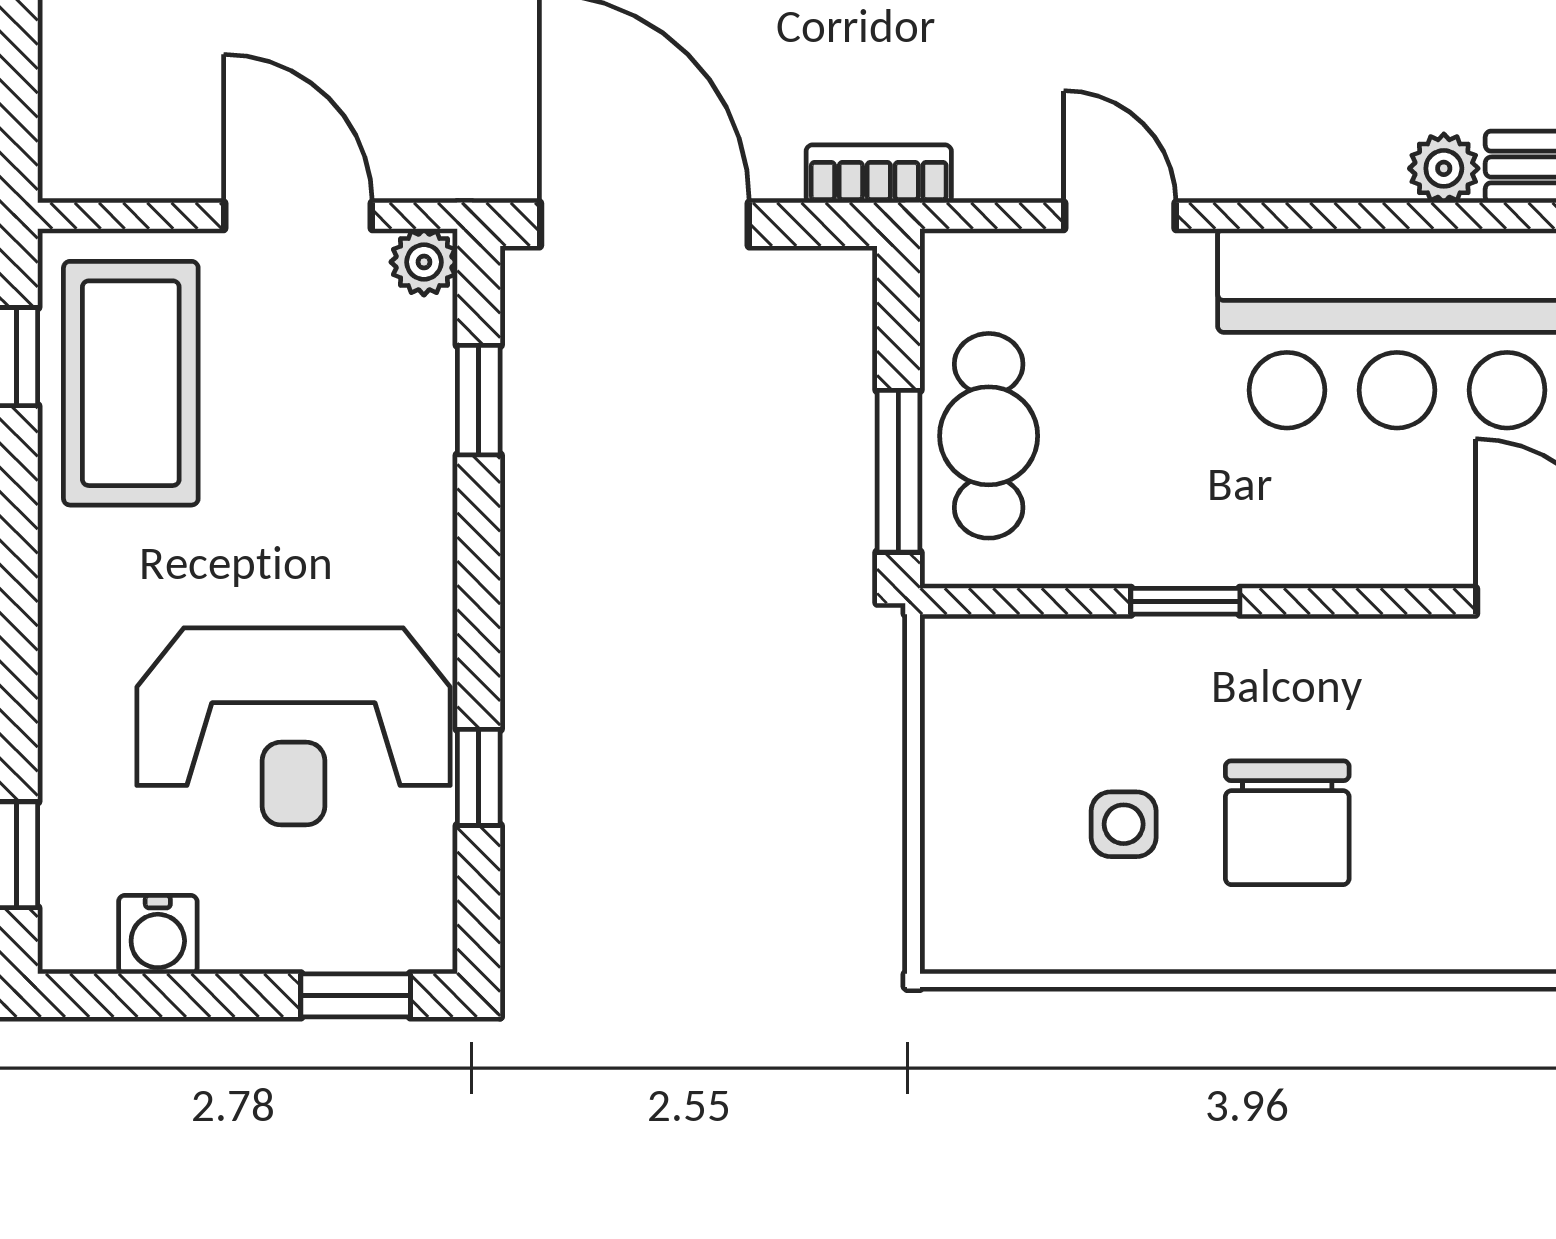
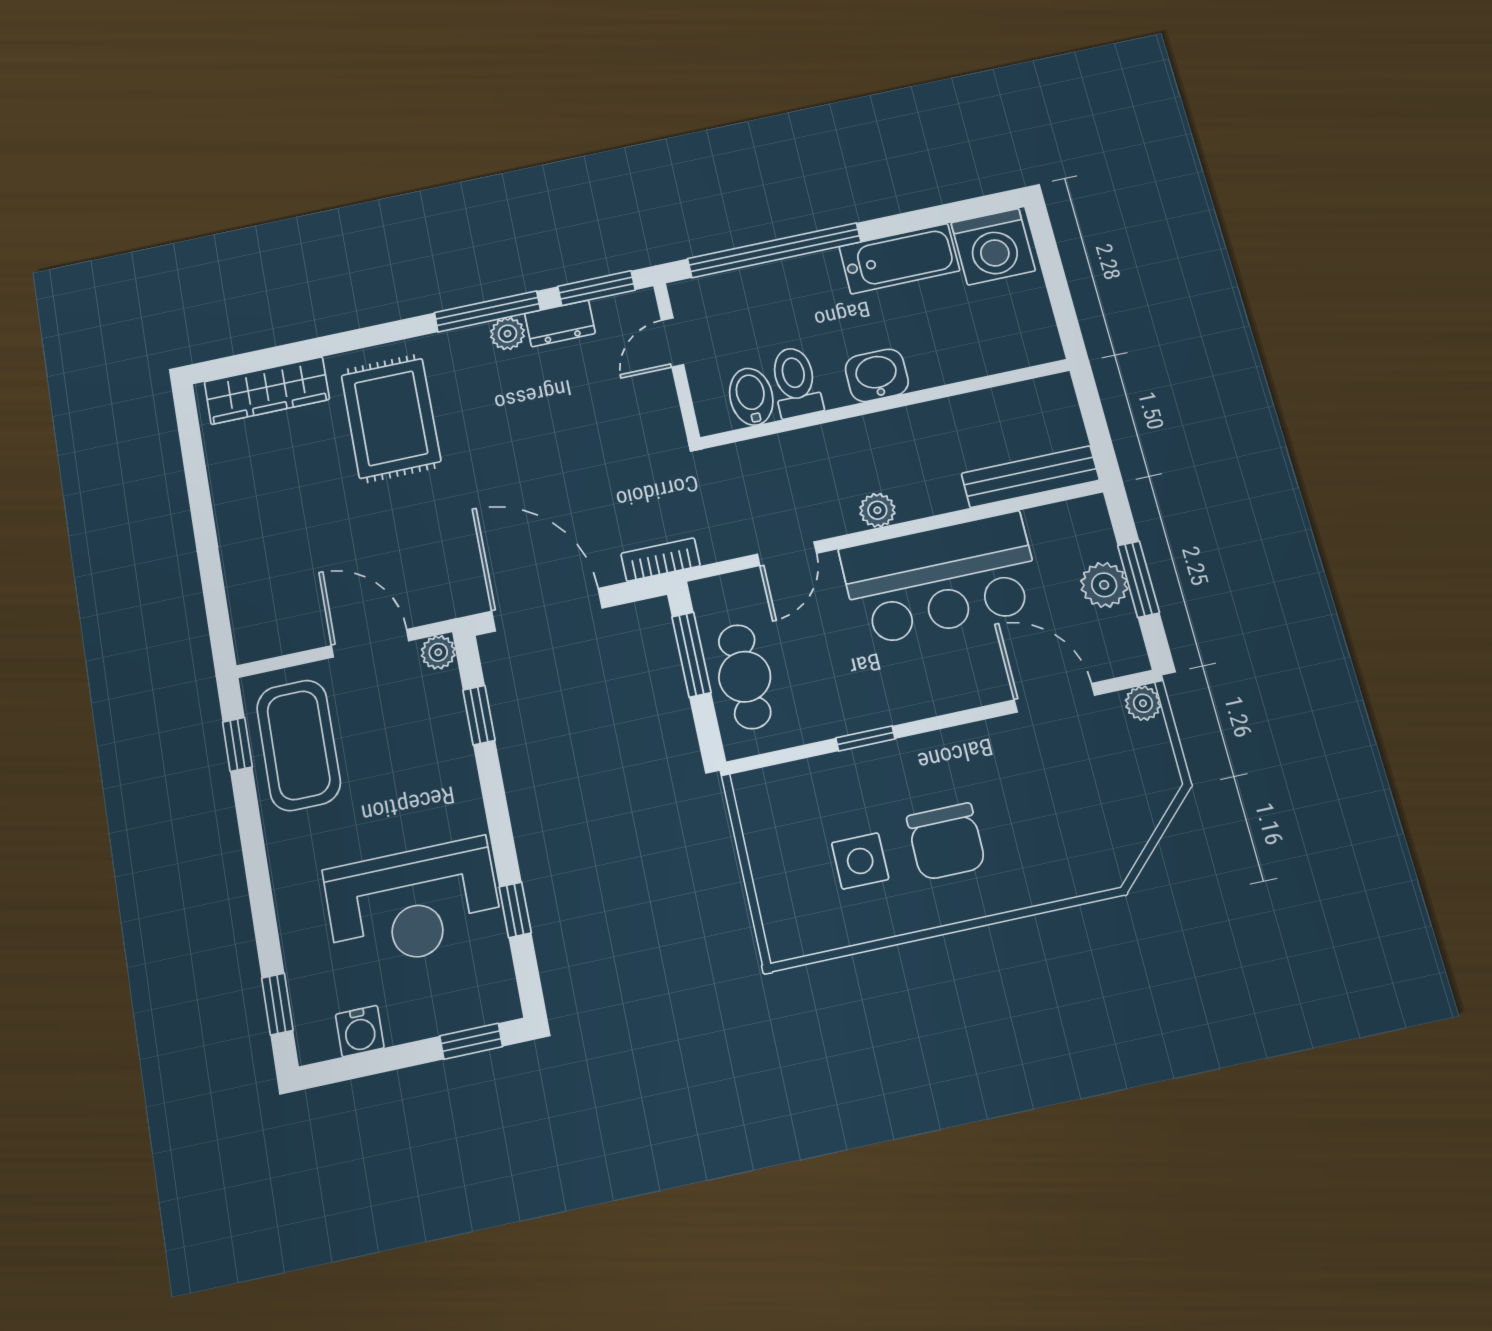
plant: (1444, 168) -> (877, 510), moved
door: (1120, 216) -> (787, 554), swing flipped
window: (898, 471) -> (691, 655), moved
side table: (1124, 824) -> (860, 861), width x1.37, depth x1.37

